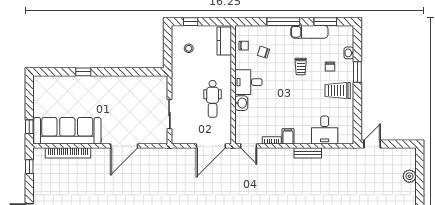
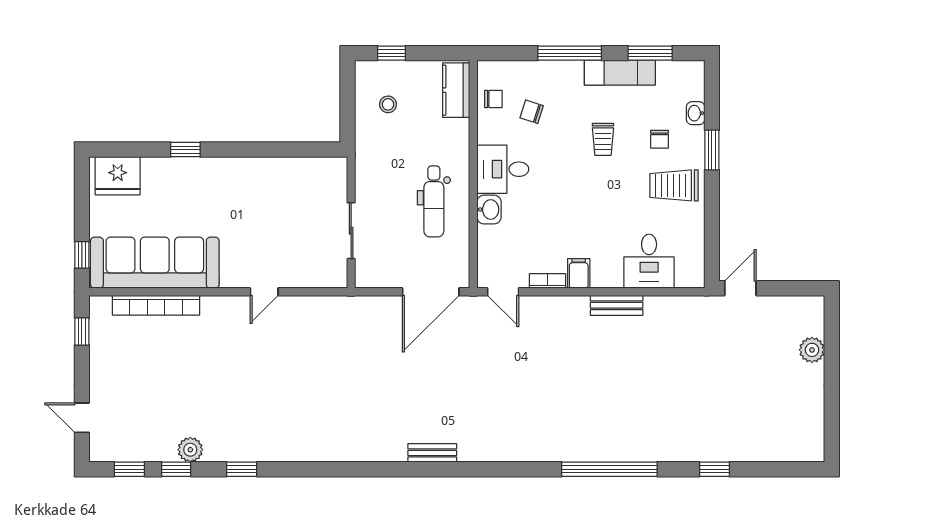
fridge: (48, 85) -> (118, 176), added
door: (124, 146) -> (264, 292), width x0.53

